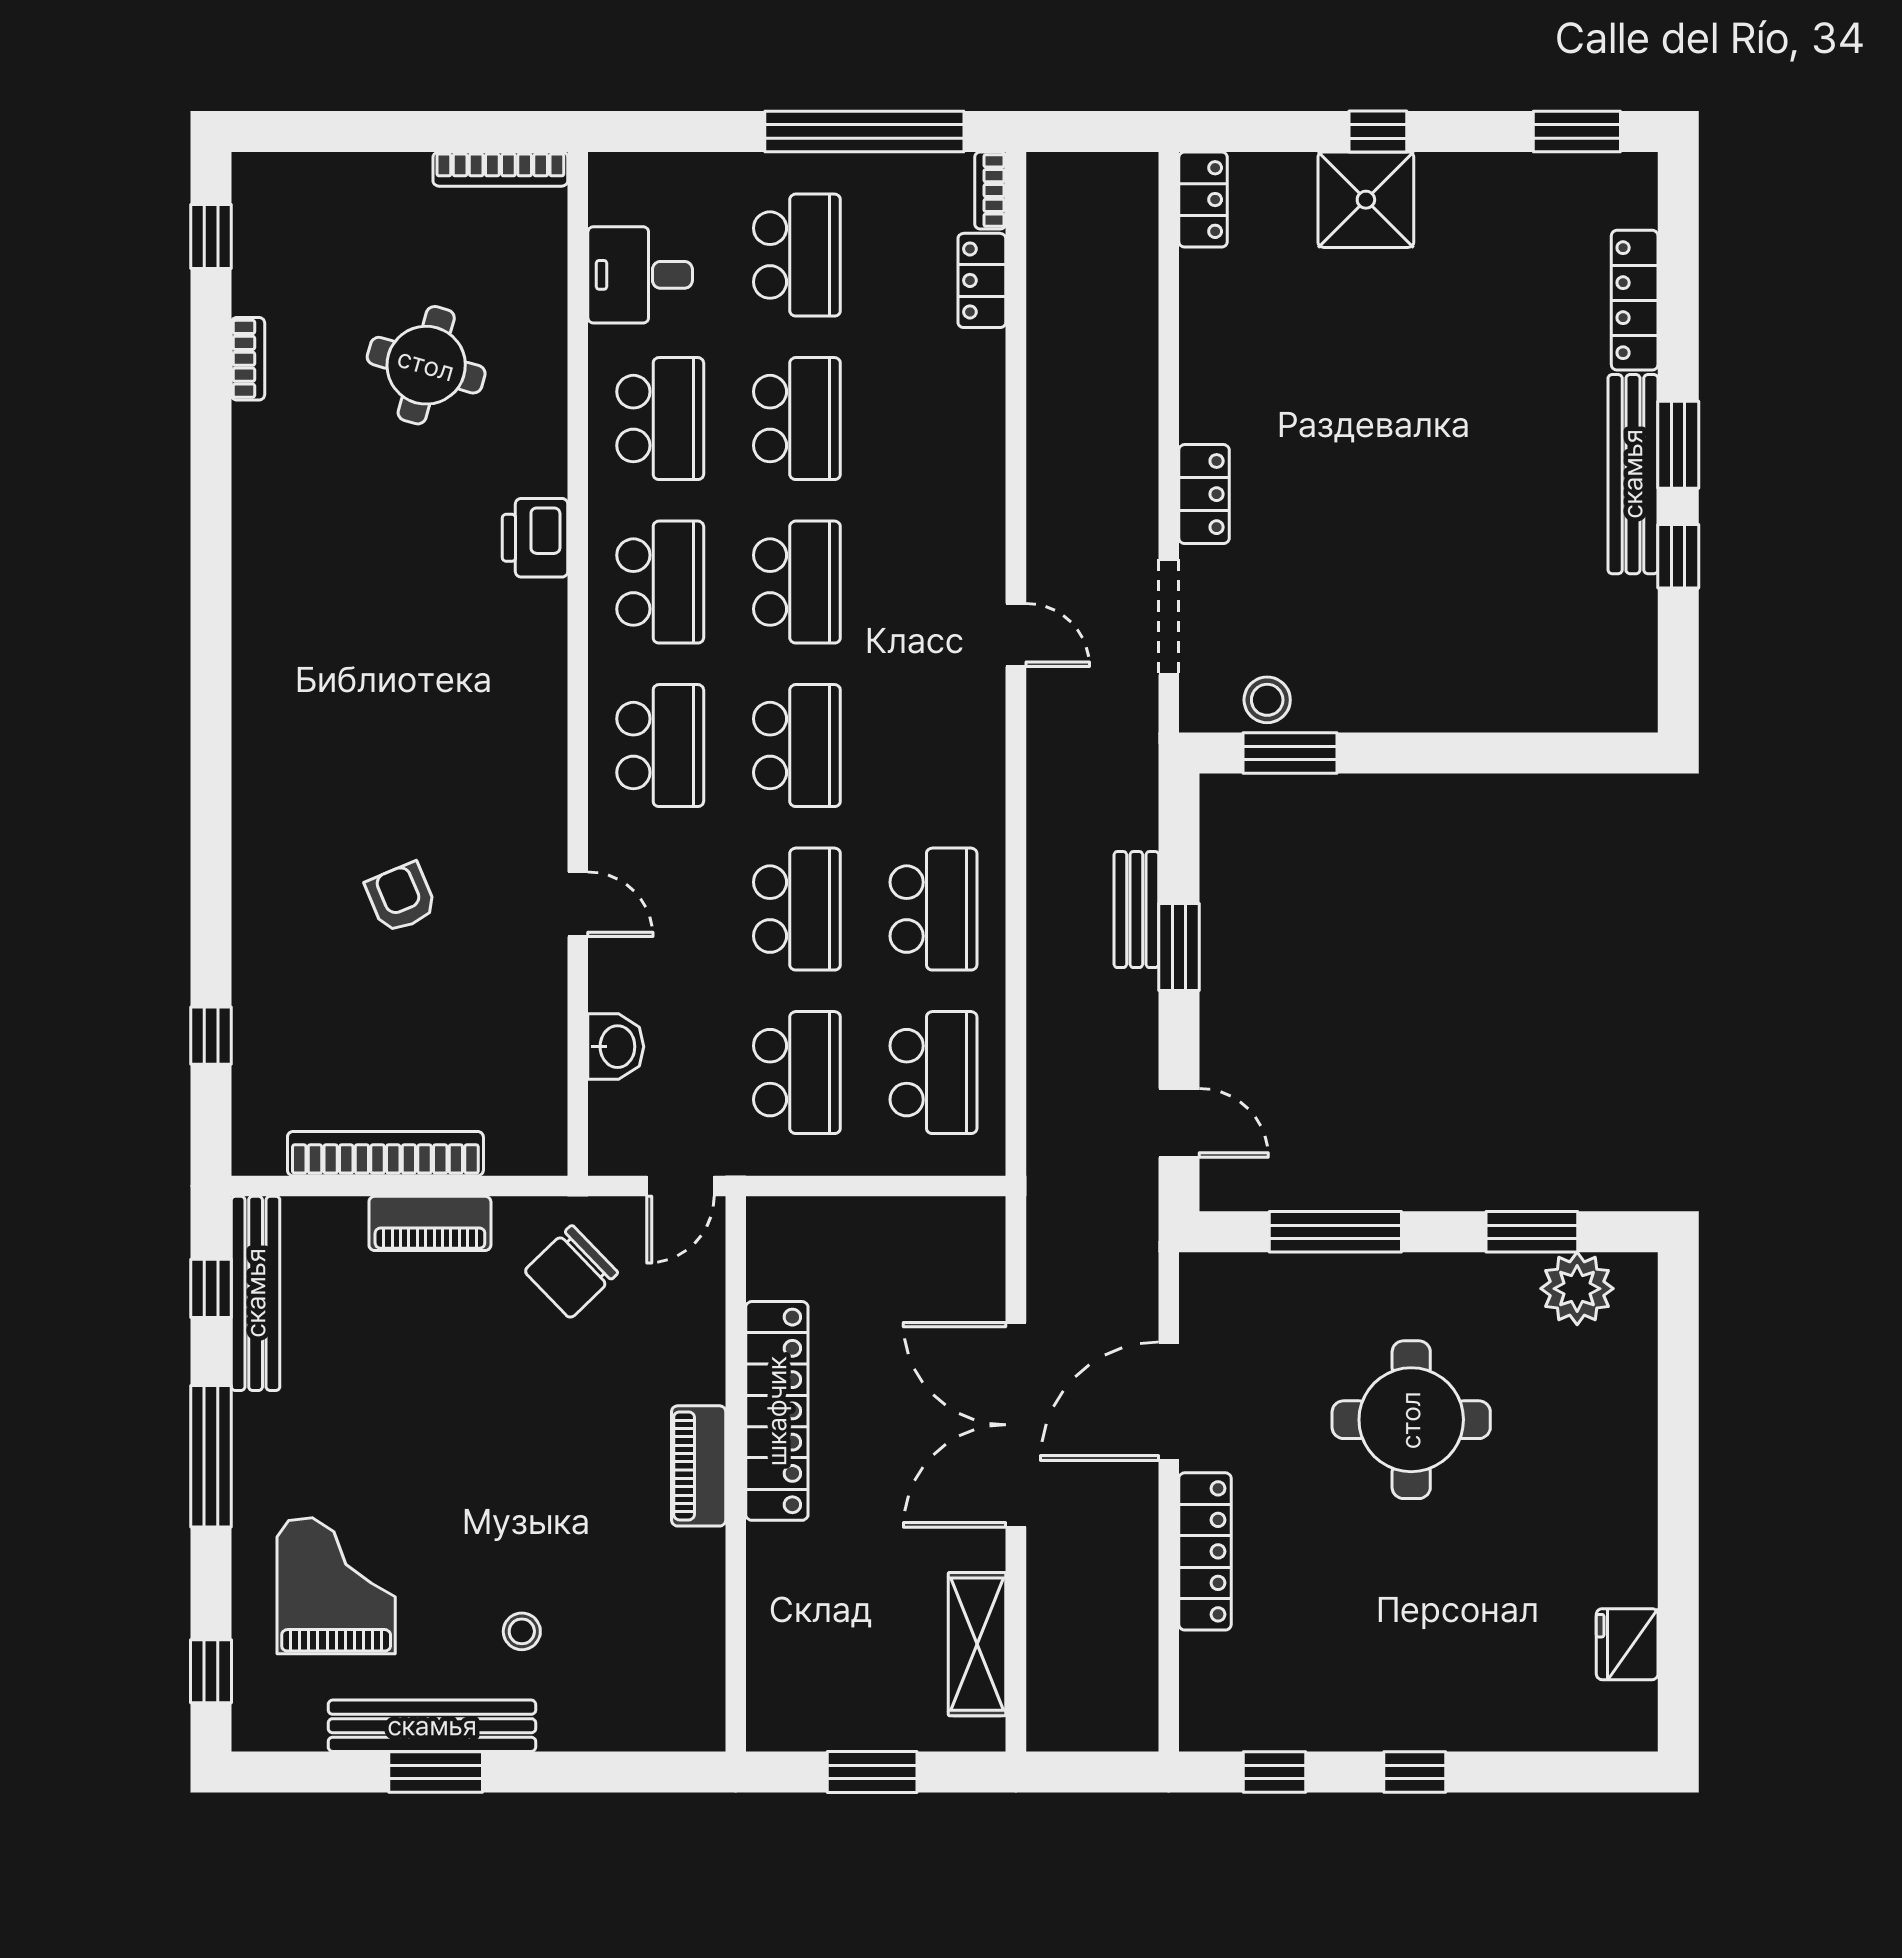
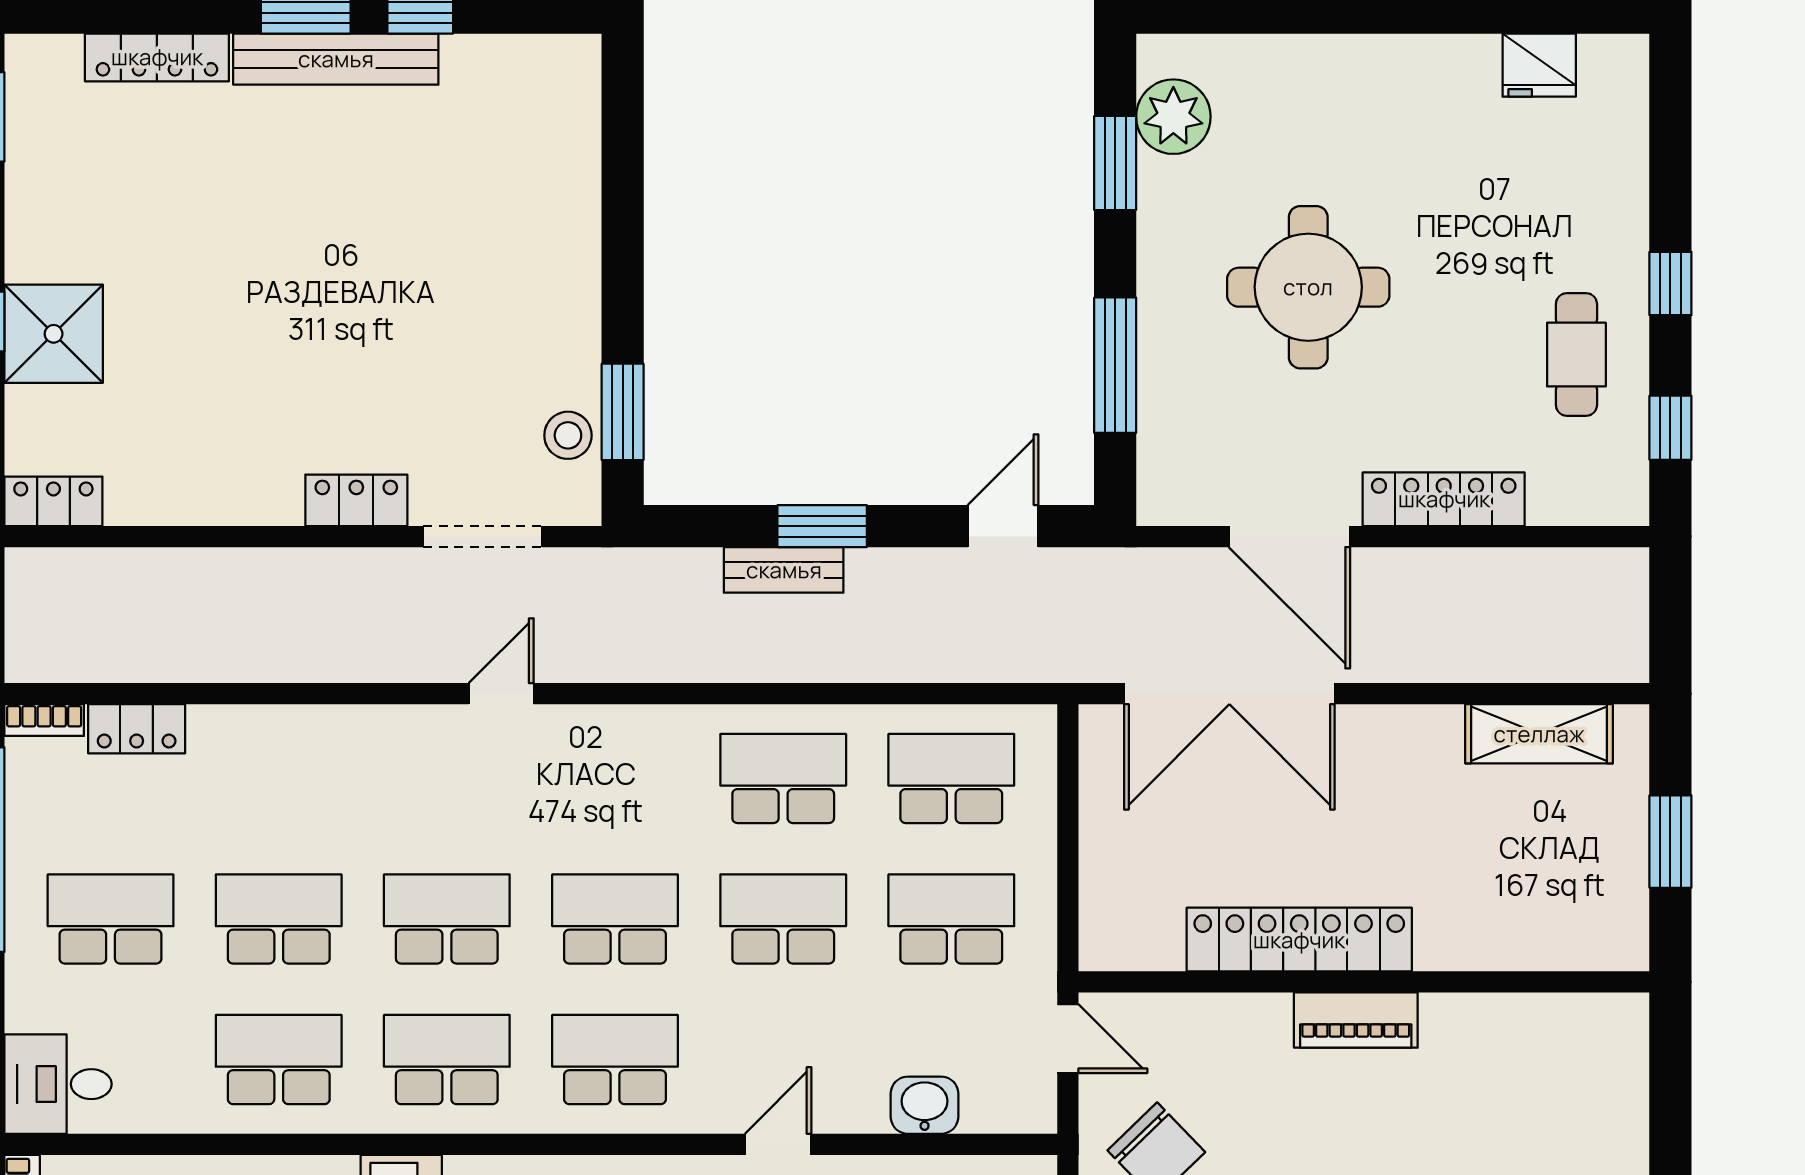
desk: (640, 275) -> (58, 1084), moved, turned 90
double door: (1016, 1425) -> (1229, 694), moved
cafe table: (1346, 1681) -> (1576, 355), added

